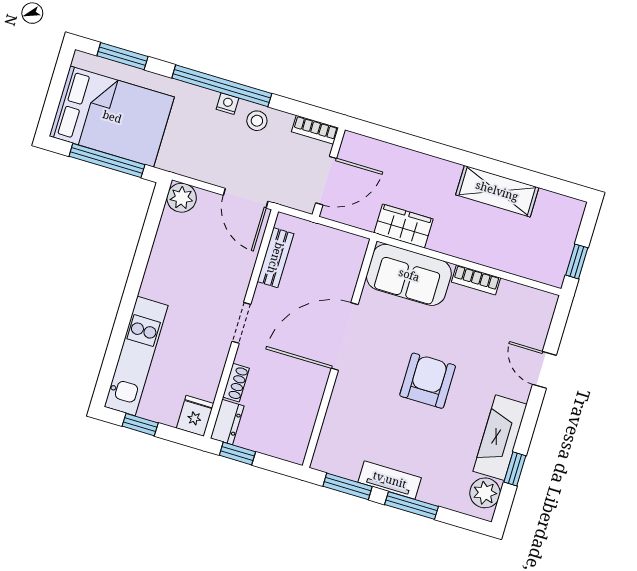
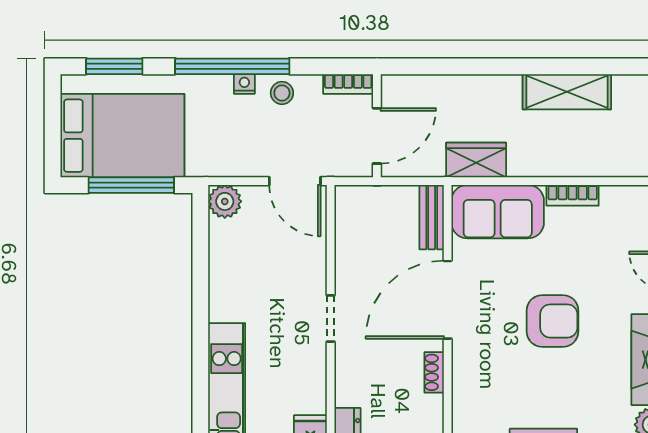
bench: (275, 258) -> (432, 217), moved
armchair: (428, 381) -> (553, 321), turned 90
shoe rack: (236, 383) -> (434, 372), moved, turned 180

